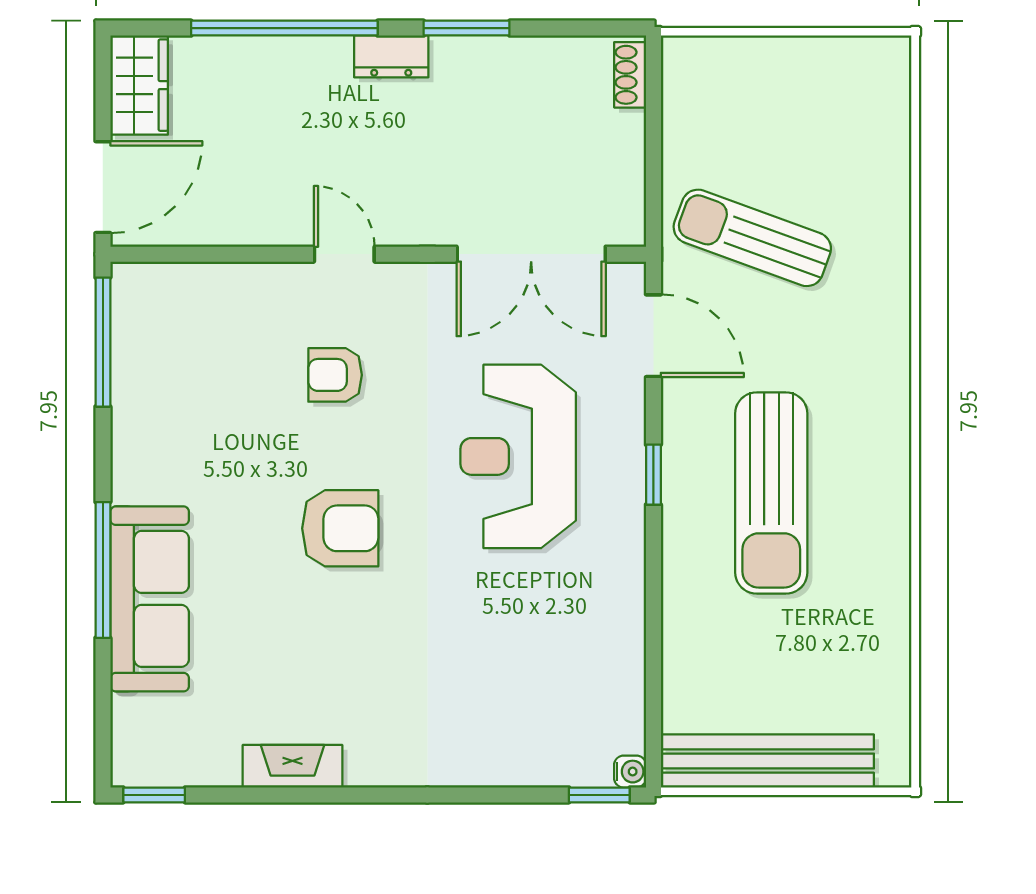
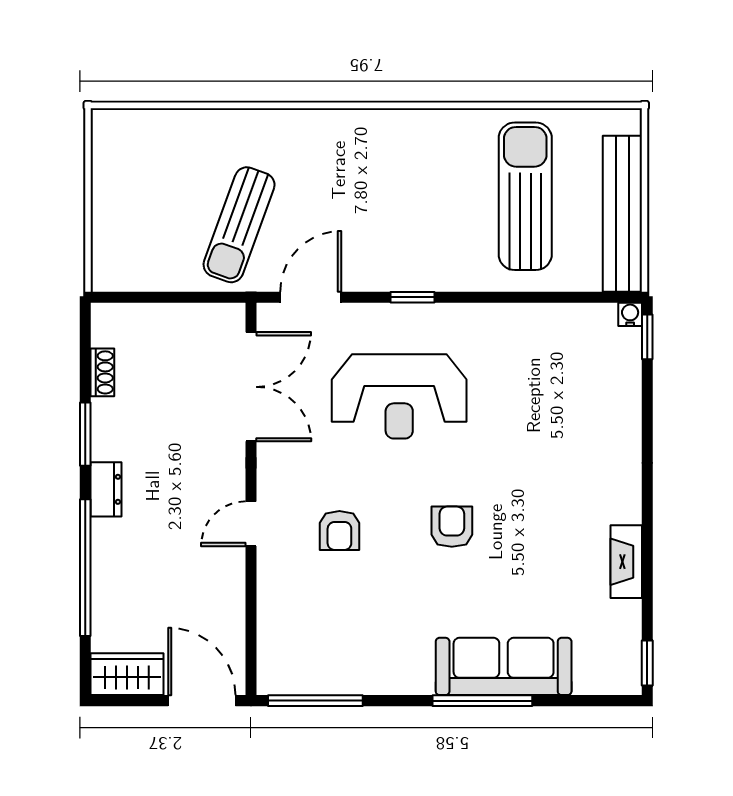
shoe rack: (630, 75) -> (102, 372), moved, turned -90
sun lounger: (771, 493) -> (525, 196), moved, turned -90
armchair: (340, 528) -> (452, 527), width x0.72, depth x0.72

